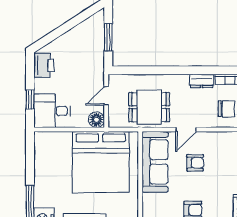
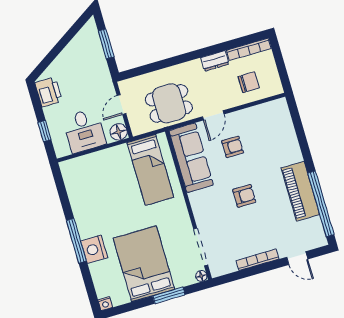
desk: (52, 111) -> (84, 131), moved, turned -90
bed: (101, 162) -> (150, 170), width x0.49

